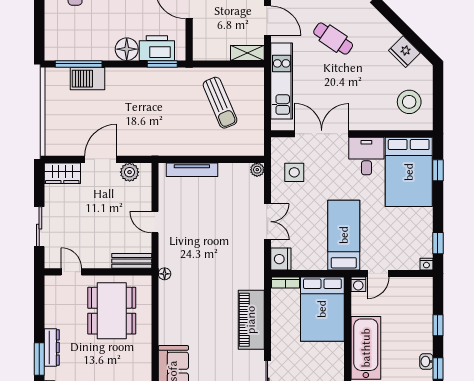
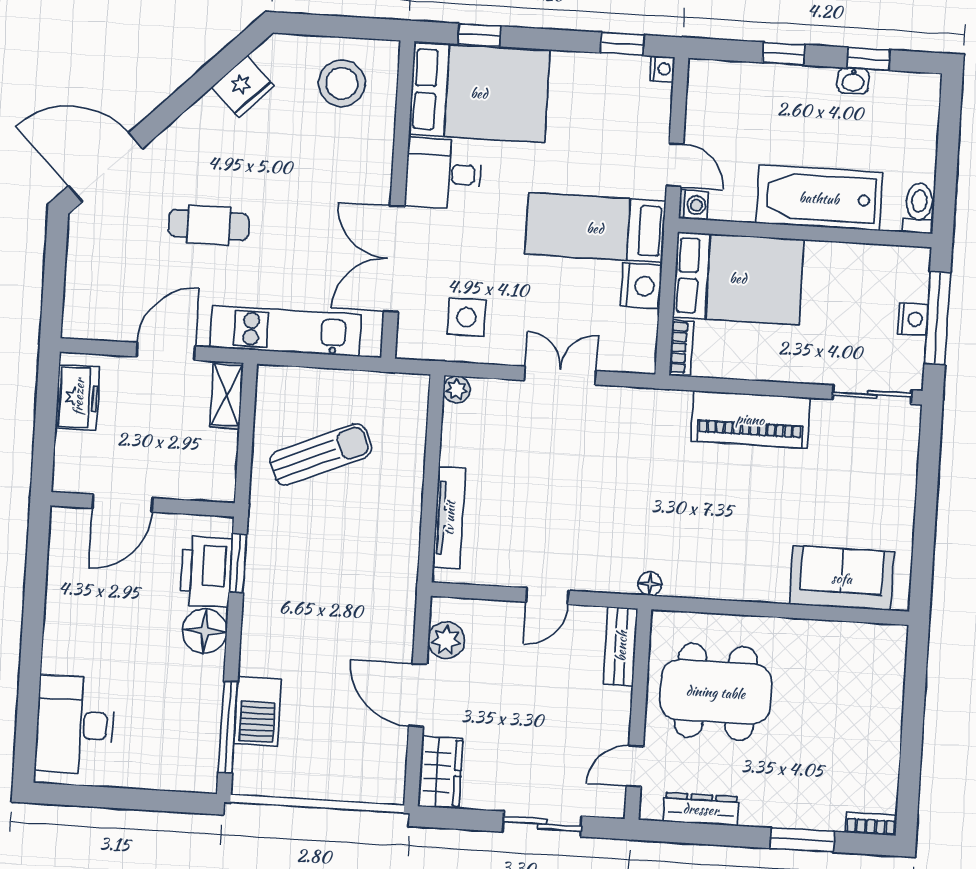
cafe table: (333, 39) -> (209, 225), turned 56
nightstand: (281, 259) -> (641, 286), moved, turned -90
dresser: (52, 347) -> (701, 809), moved

